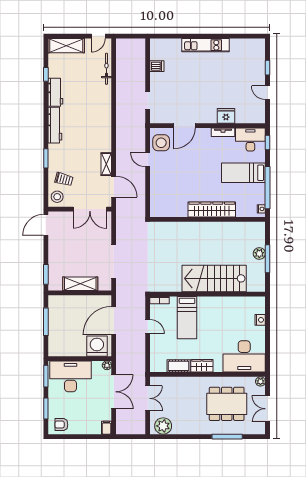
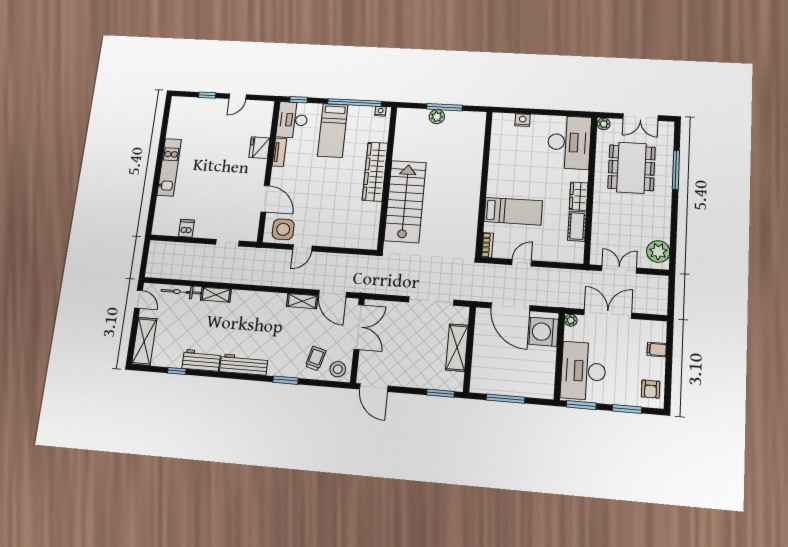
shelving: (106, 97) -> (216, 295), added
door: (114, 187) -> (333, 294), swing flipped
stairs: (214, 278) -> (405, 201), moved, turned 180
filing cabinet: (106, 428) -> (657, 350), moved

